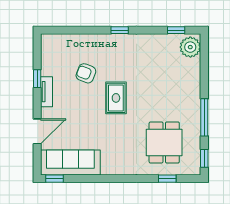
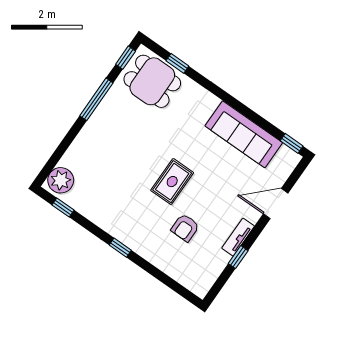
armchair: (86, 73) -> (185, 228), turned 69
dining table: (164, 142) -> (152, 81), moved, turned 90
sofa: (70, 162) -> (244, 134), moved

